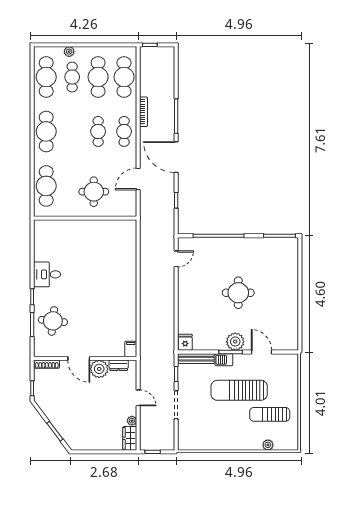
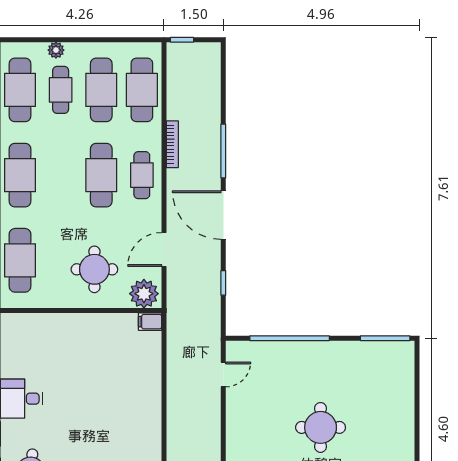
cafe table: (98, 131) -> (101, 175), width x1.37, depth x1.35
plant: (125, 207) -> (144, 294), added
filing cabinet: (129, 225) -> (150, 322), added

